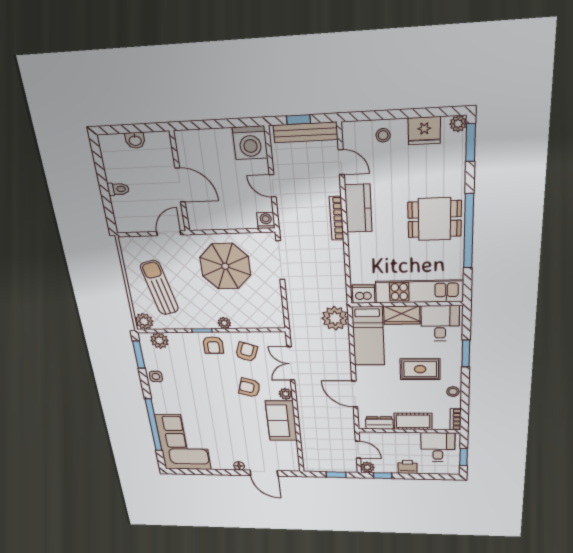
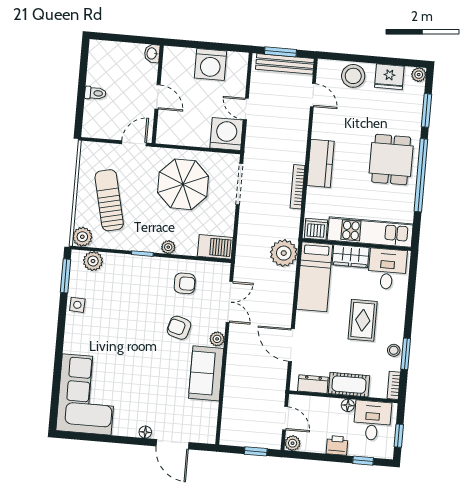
window: (299, 120) -> (280, 52), width x1.50
stool: (383, 135) -> (353, 76), width x1.89, depth x1.89
washbasin: (135, 140) -> (152, 53), moved, turned 90
washing machine: (250, 143) -> (210, 64), moved
window: (471, 143) -> (427, 110), moved
door: (180, 185) -> (157, 97), width x0.73
kitchen counter: (358, 208) -> (320, 163), moved
bookcase: (337, 218) -> (298, 187), moved
dining table: (435, 219) -> (391, 160), turned 90
washing machine: (266, 220) -> (226, 134), width x1.89, depth x1.89
barbecue: (268, 319) -> (215, 247), added
armchair: (213, 345) -> (151, 272), removed
armchair: (247, 352) -> (185, 283), turned 71
window: (466, 354) -> (406, 354), moved
double door: (291, 364) -> (229, 302), swing flipped
rug: (420, 369) -> (363, 320), turned 90
window: (154, 425) -> (58, 368), removed
floor lamp: (414, 437) -> (348, 405), added
window: (383, 476) -> (363, 461), moved

